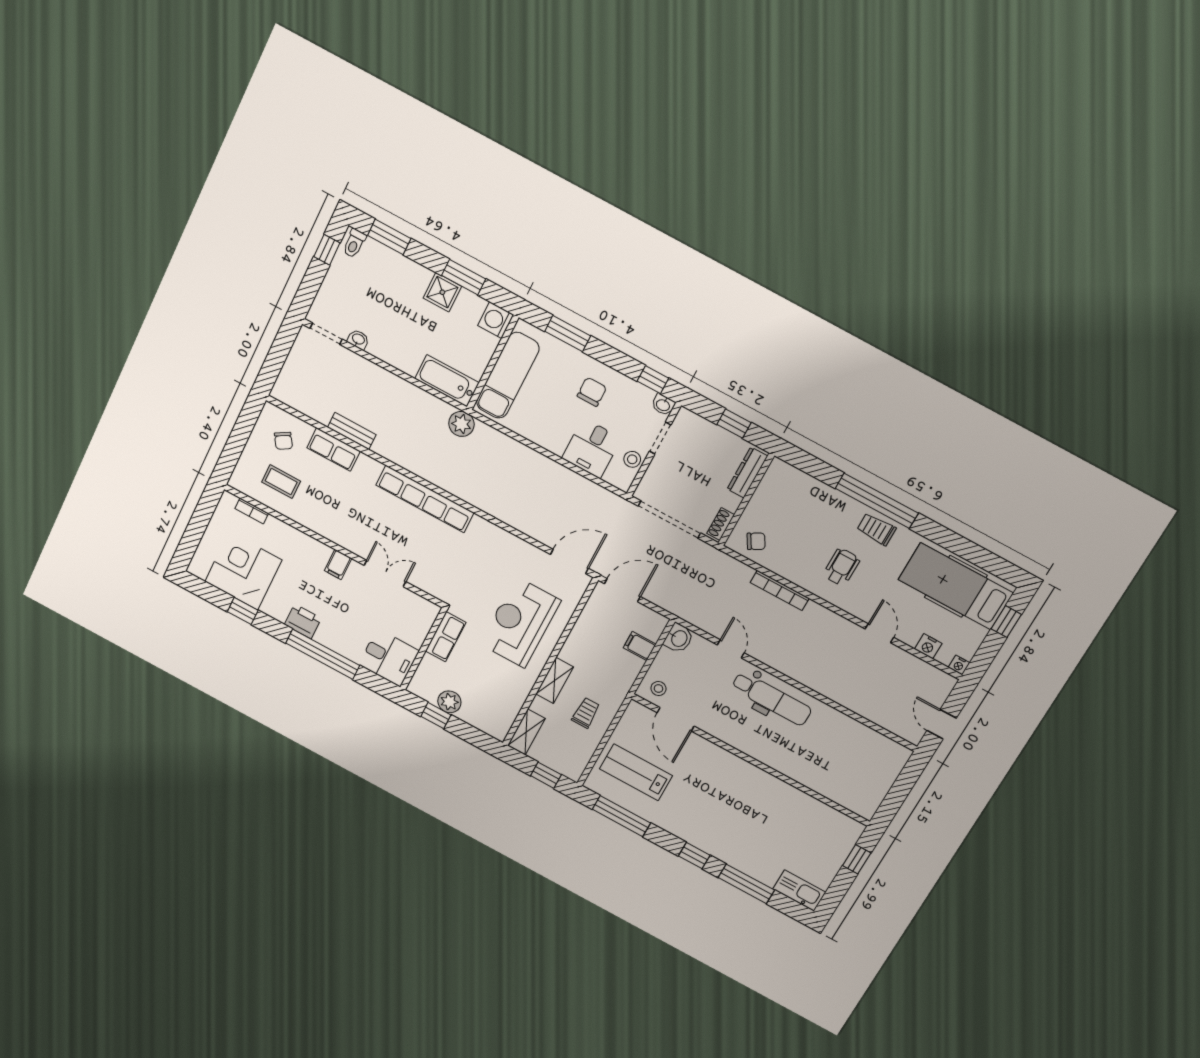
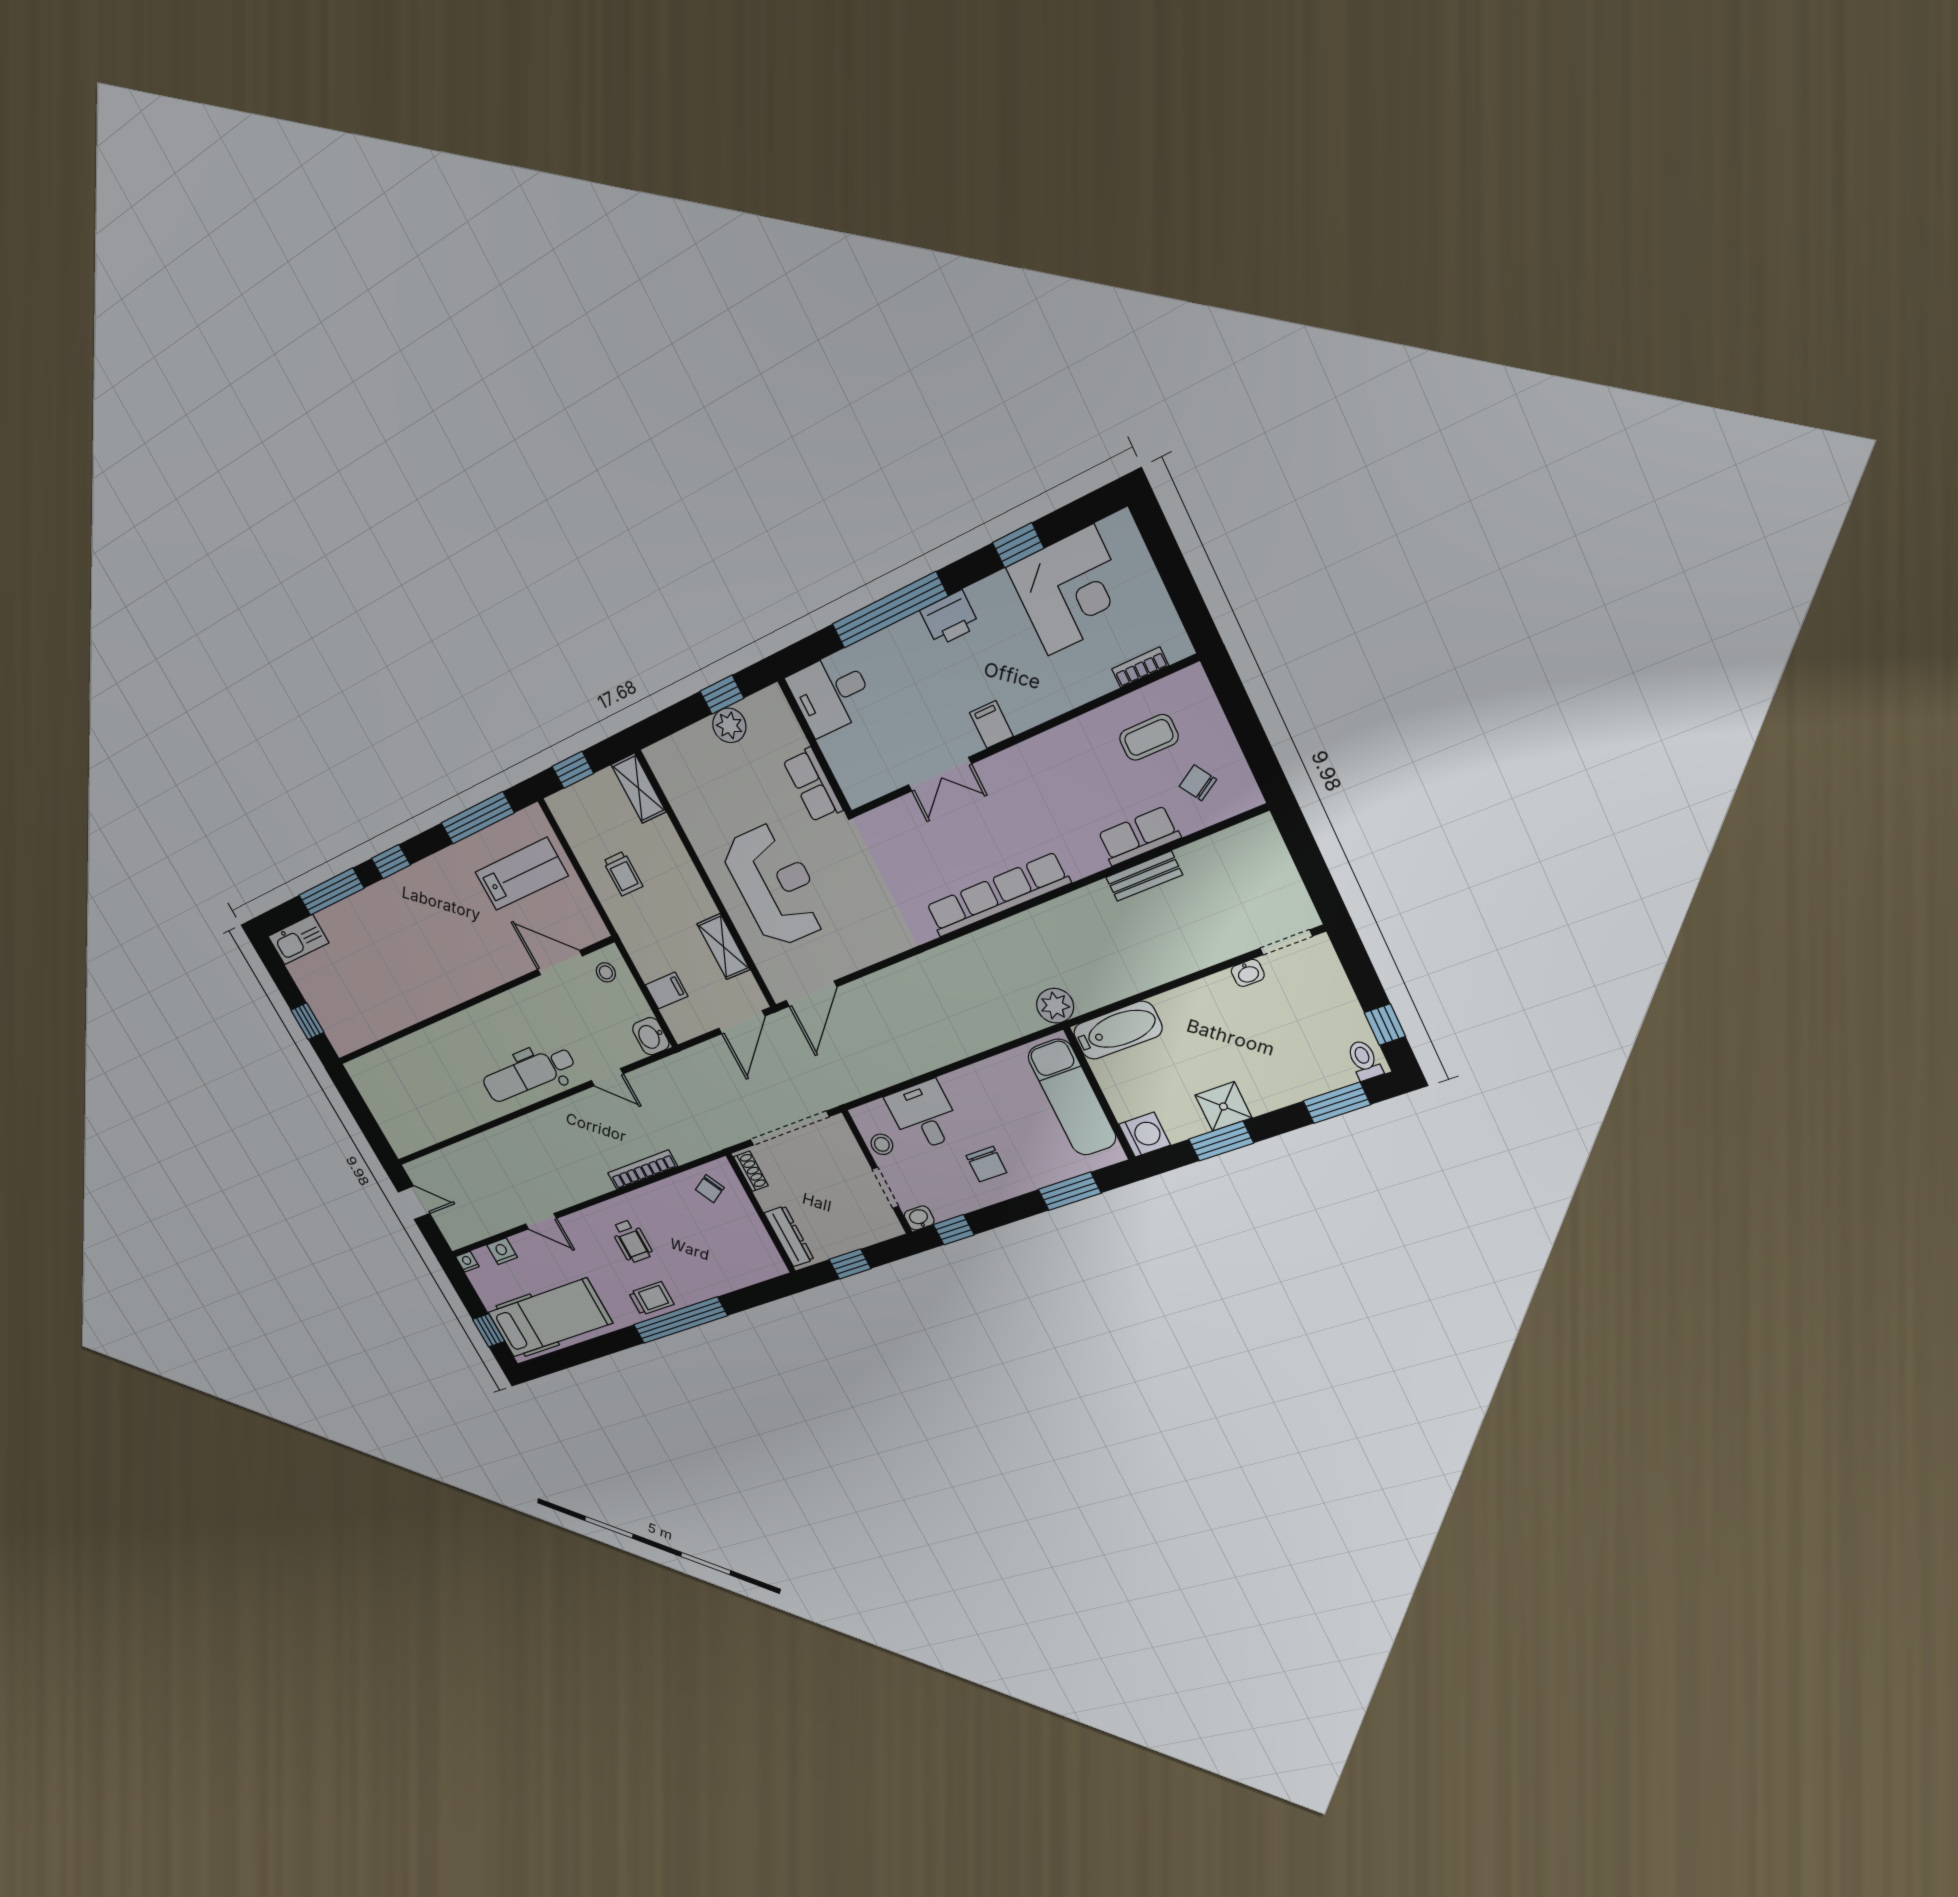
shelving: (555, 680) -> (723, 947), moved

